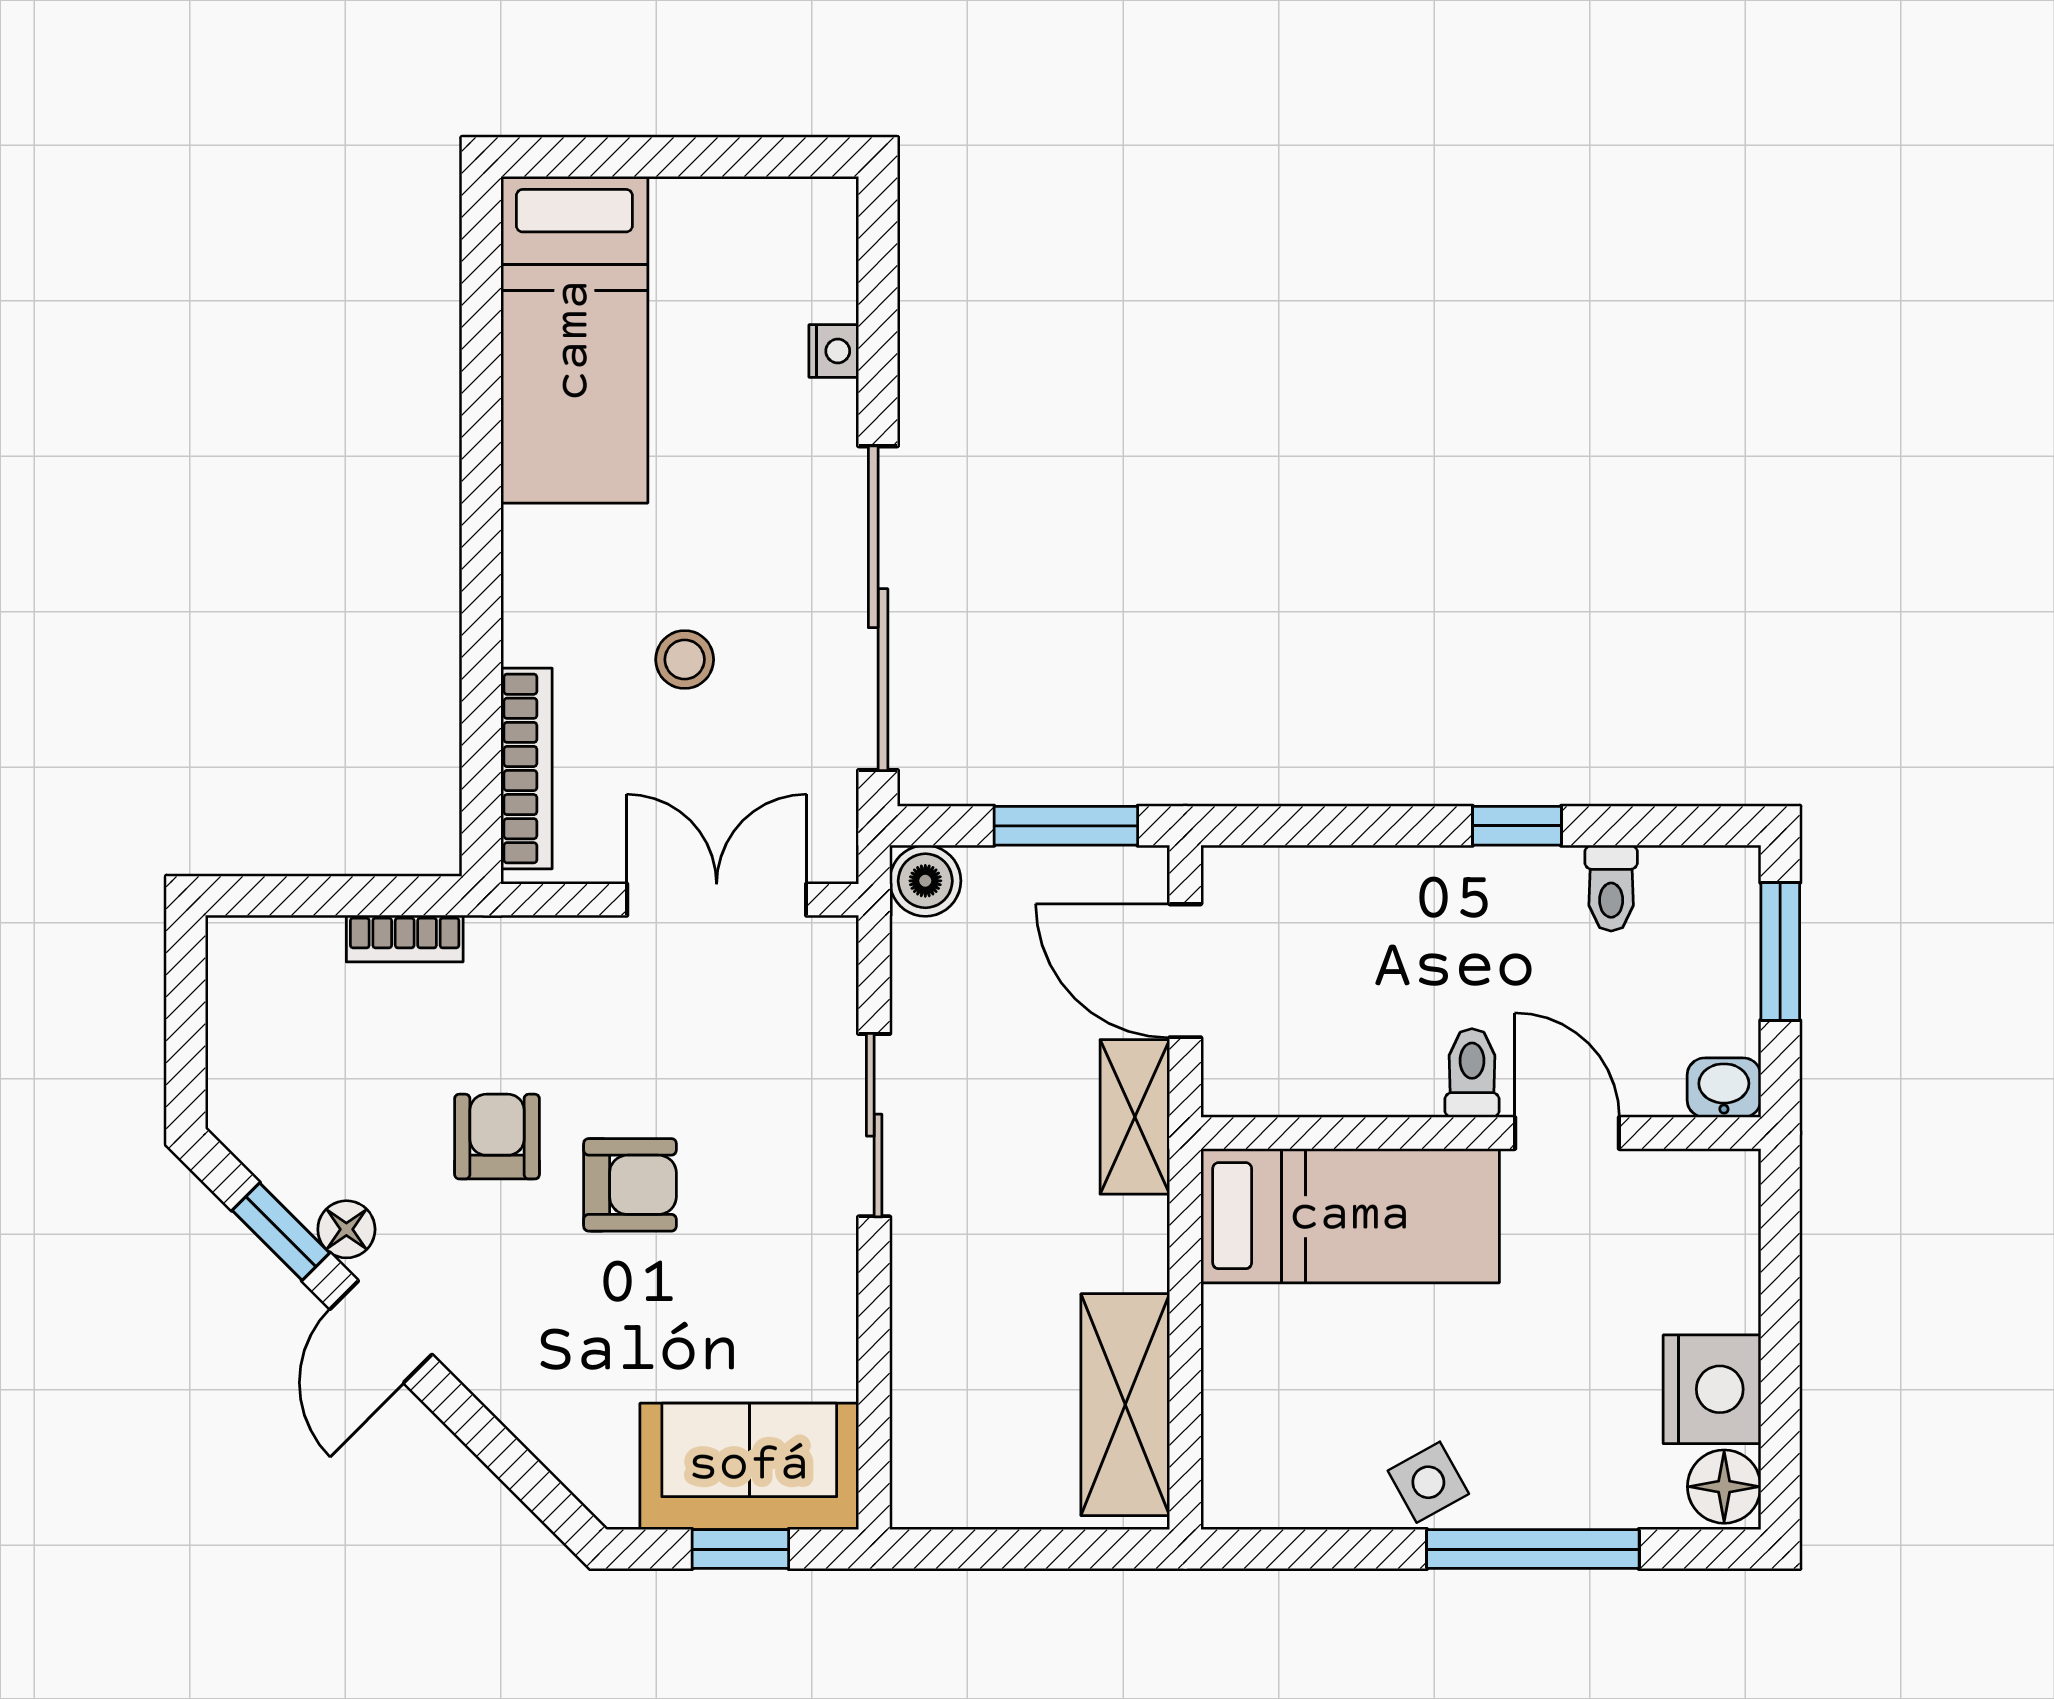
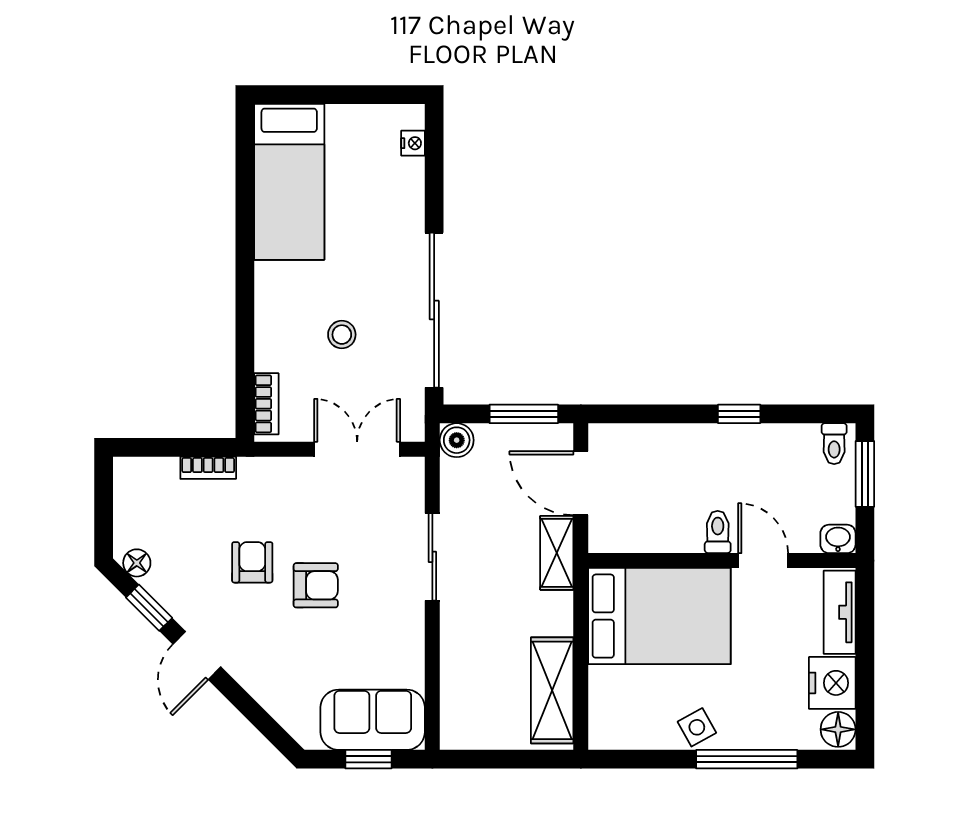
nightstand: (834, 351) -> (413, 143), moved
bookcase: (527, 768) -> (266, 404), width x0.64
toilet: (1611, 888) -> (834, 444), moved
bed: (1350, 1216) -> (659, 616), width x1.50
floor lamp: (346, 1229) -> (137, 563), moved
tv unit: (1727, 1241) -> (840, 612), added

